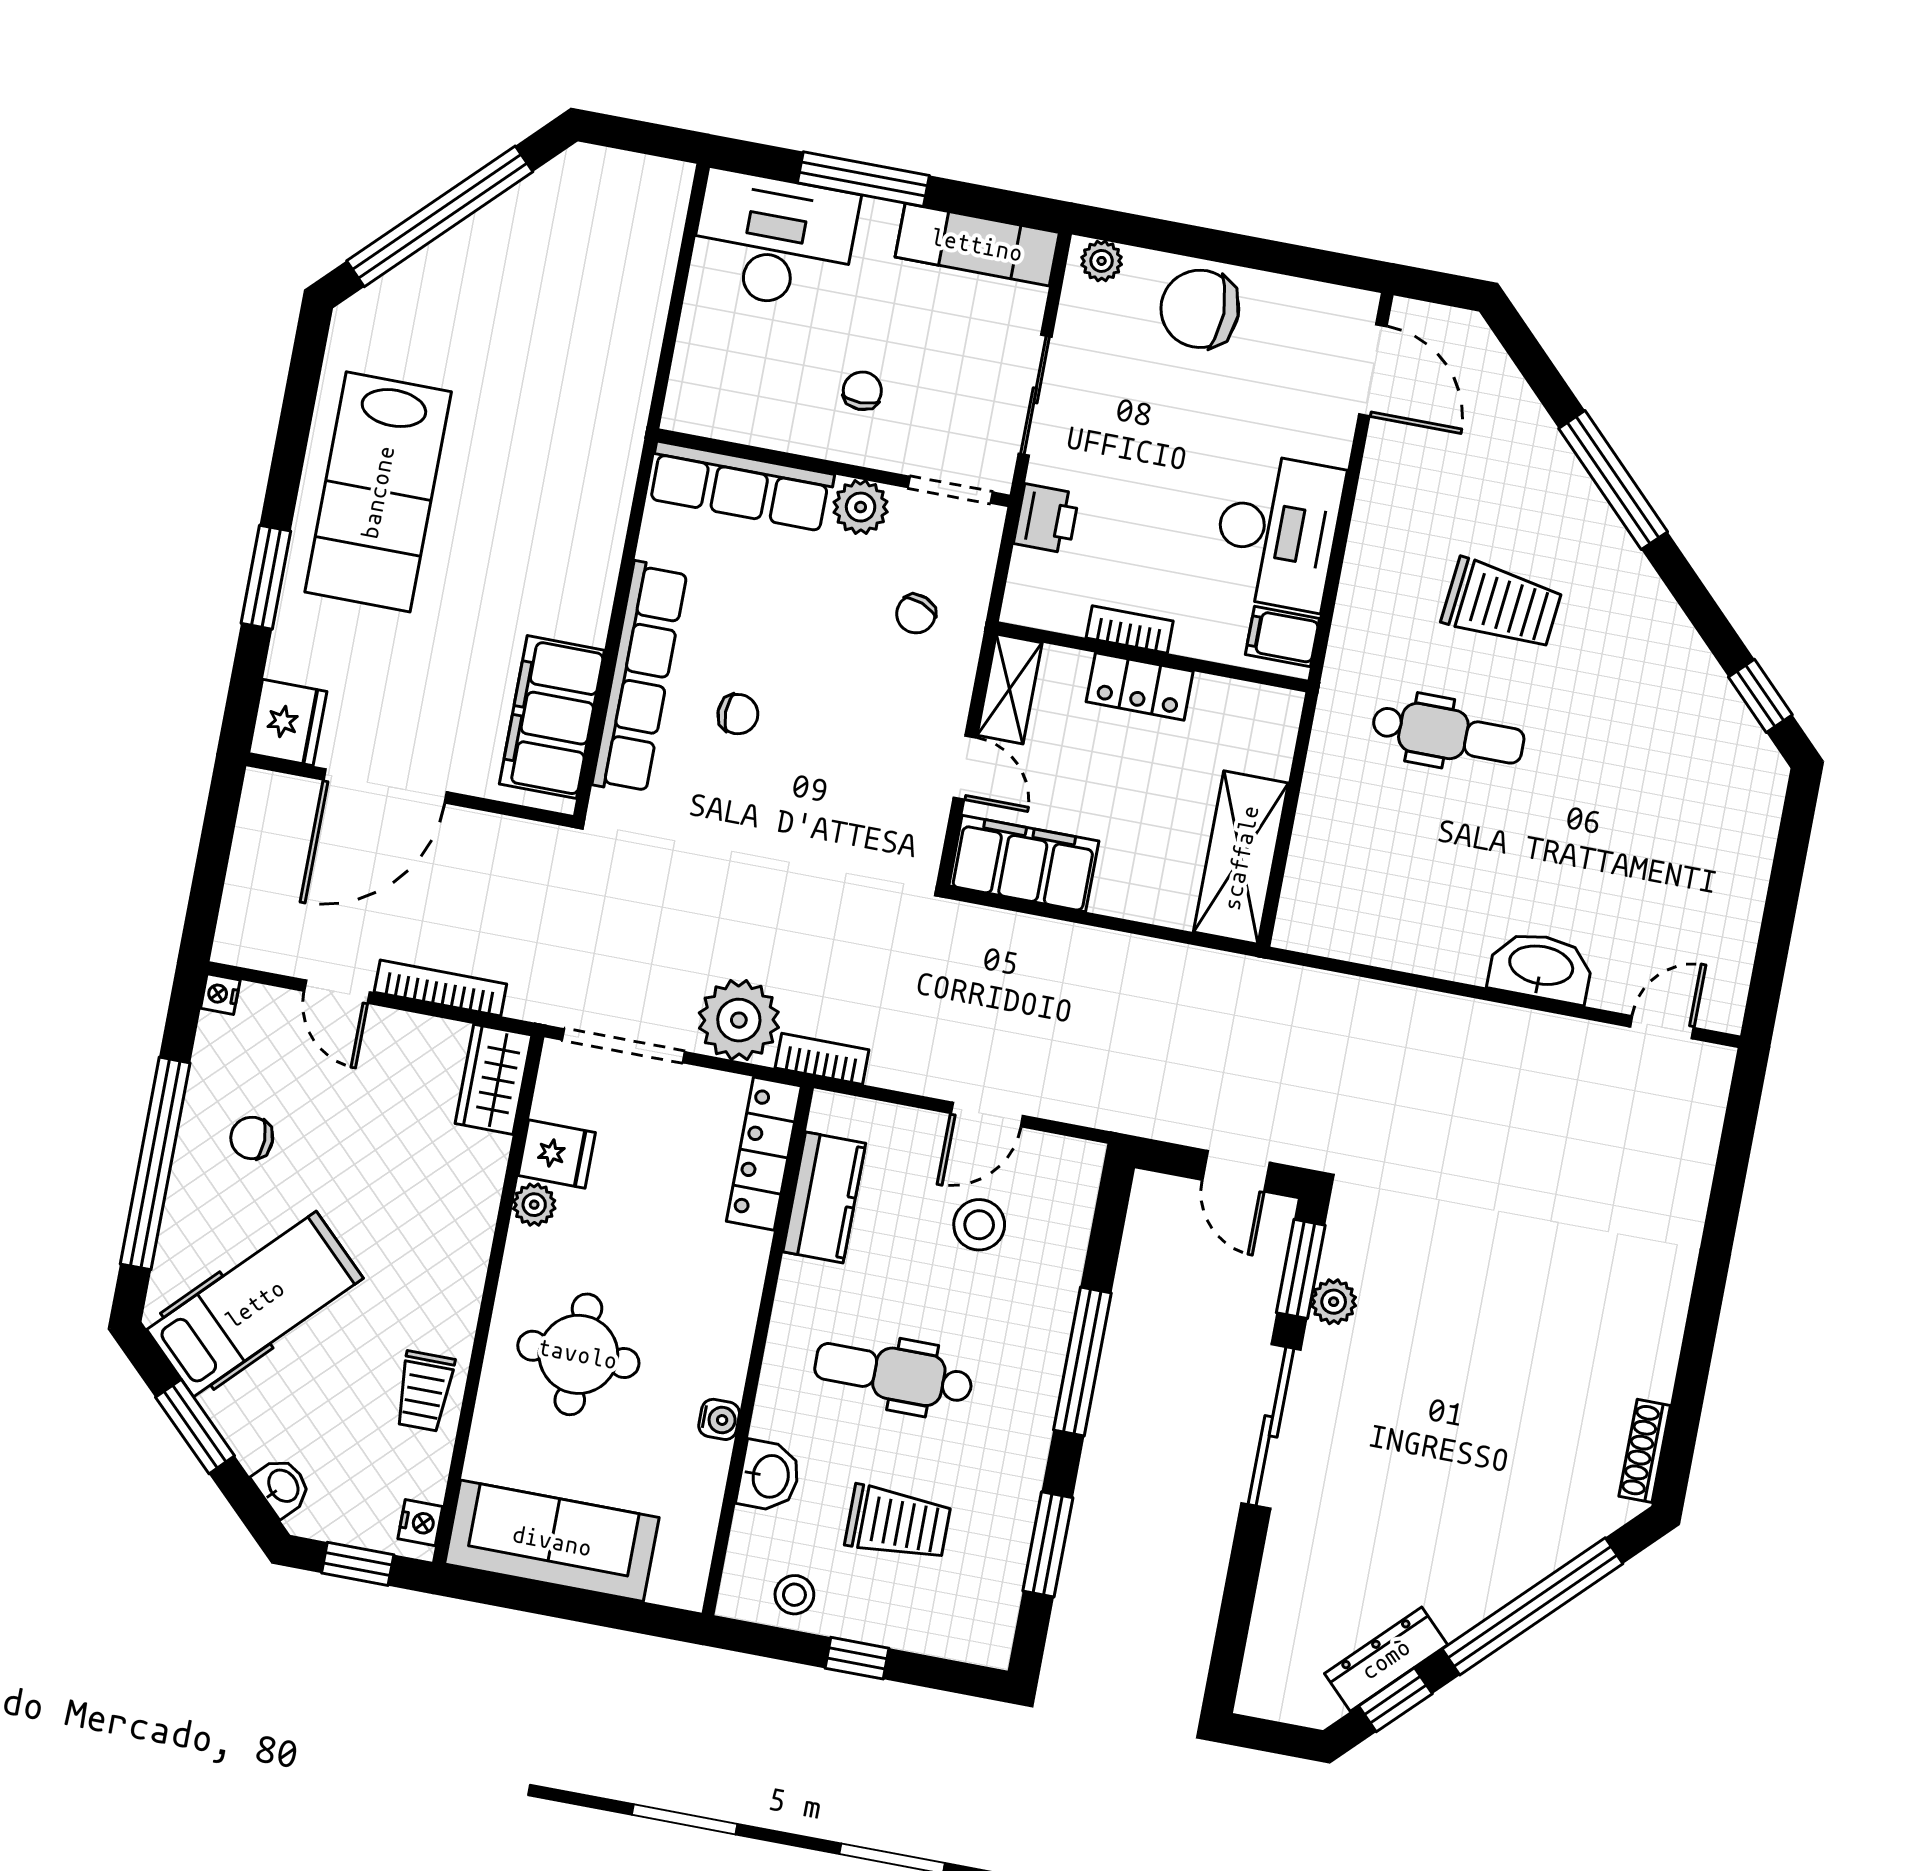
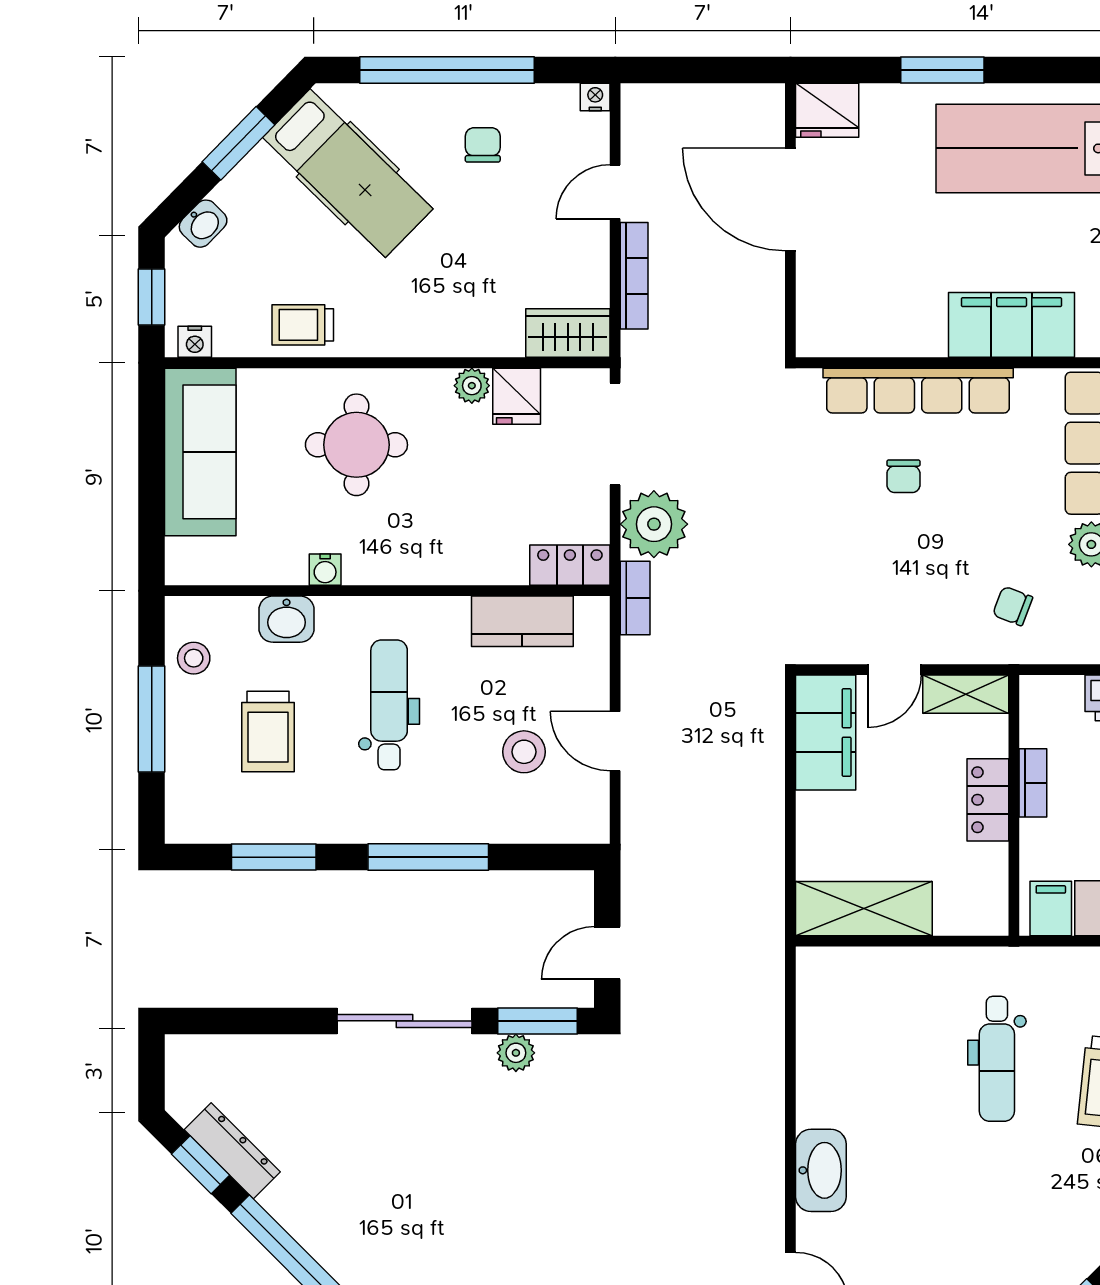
filing cabinet: (552, 717) -> (1012, 325), moved
locker: (764, 1154) -> (570, 565), width x0.66
window: (857, 1658) -> (152, 719), width x2.17

